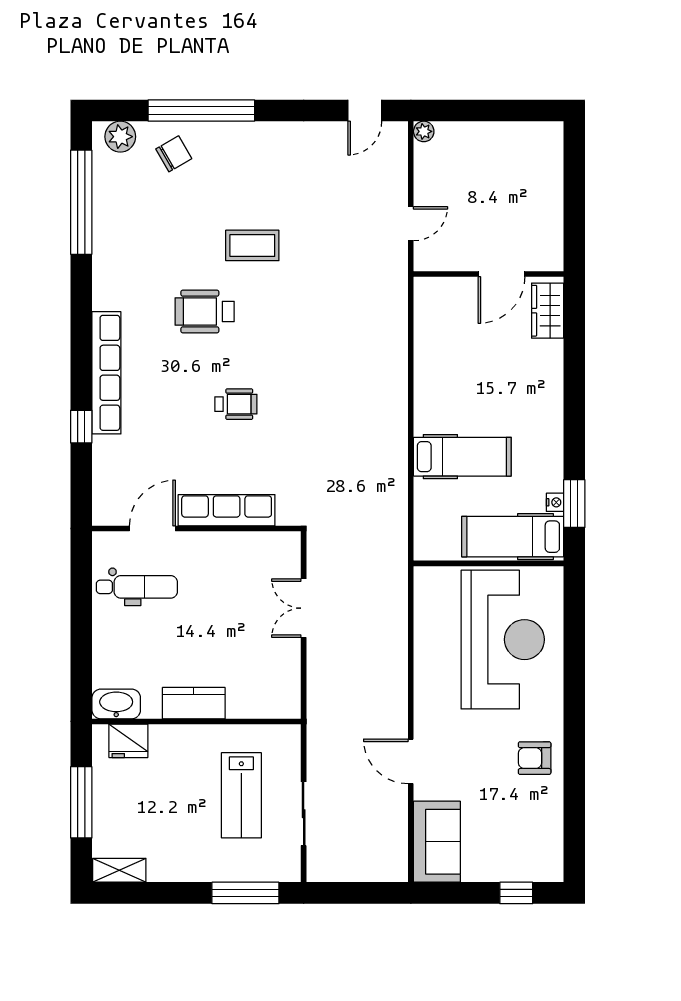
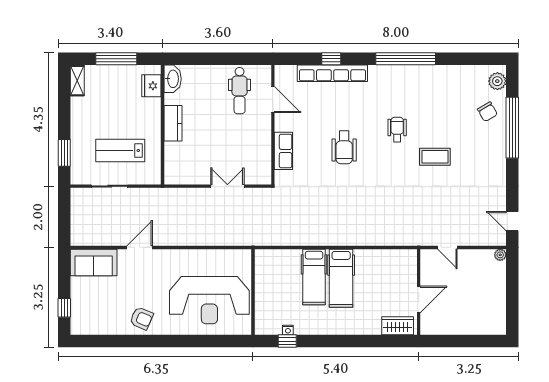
window: (81, 202) -> (406, 59), moved
coffee table: (252, 245) -> (435, 157), turned 90
door: (502, 274) -> (419, 299), swing flipped
wheelchair: (205, 312) -> (397, 129), width x0.73, depth x0.73
row of seats: (106, 373) -> (332, 73), moved
wheelchair: (236, 404) -> (344, 147), width x1.36, depth x1.37
window: (574, 504) -> (287, 341), width x0.67
row of seats: (227, 510) -> (283, 151), width x0.68
hospital bed: (513, 537) -> (341, 278), moved, turned 180
armchair: (535, 758) -> (142, 318), turned 113
window: (245, 893) -> (64, 153), width x0.69

